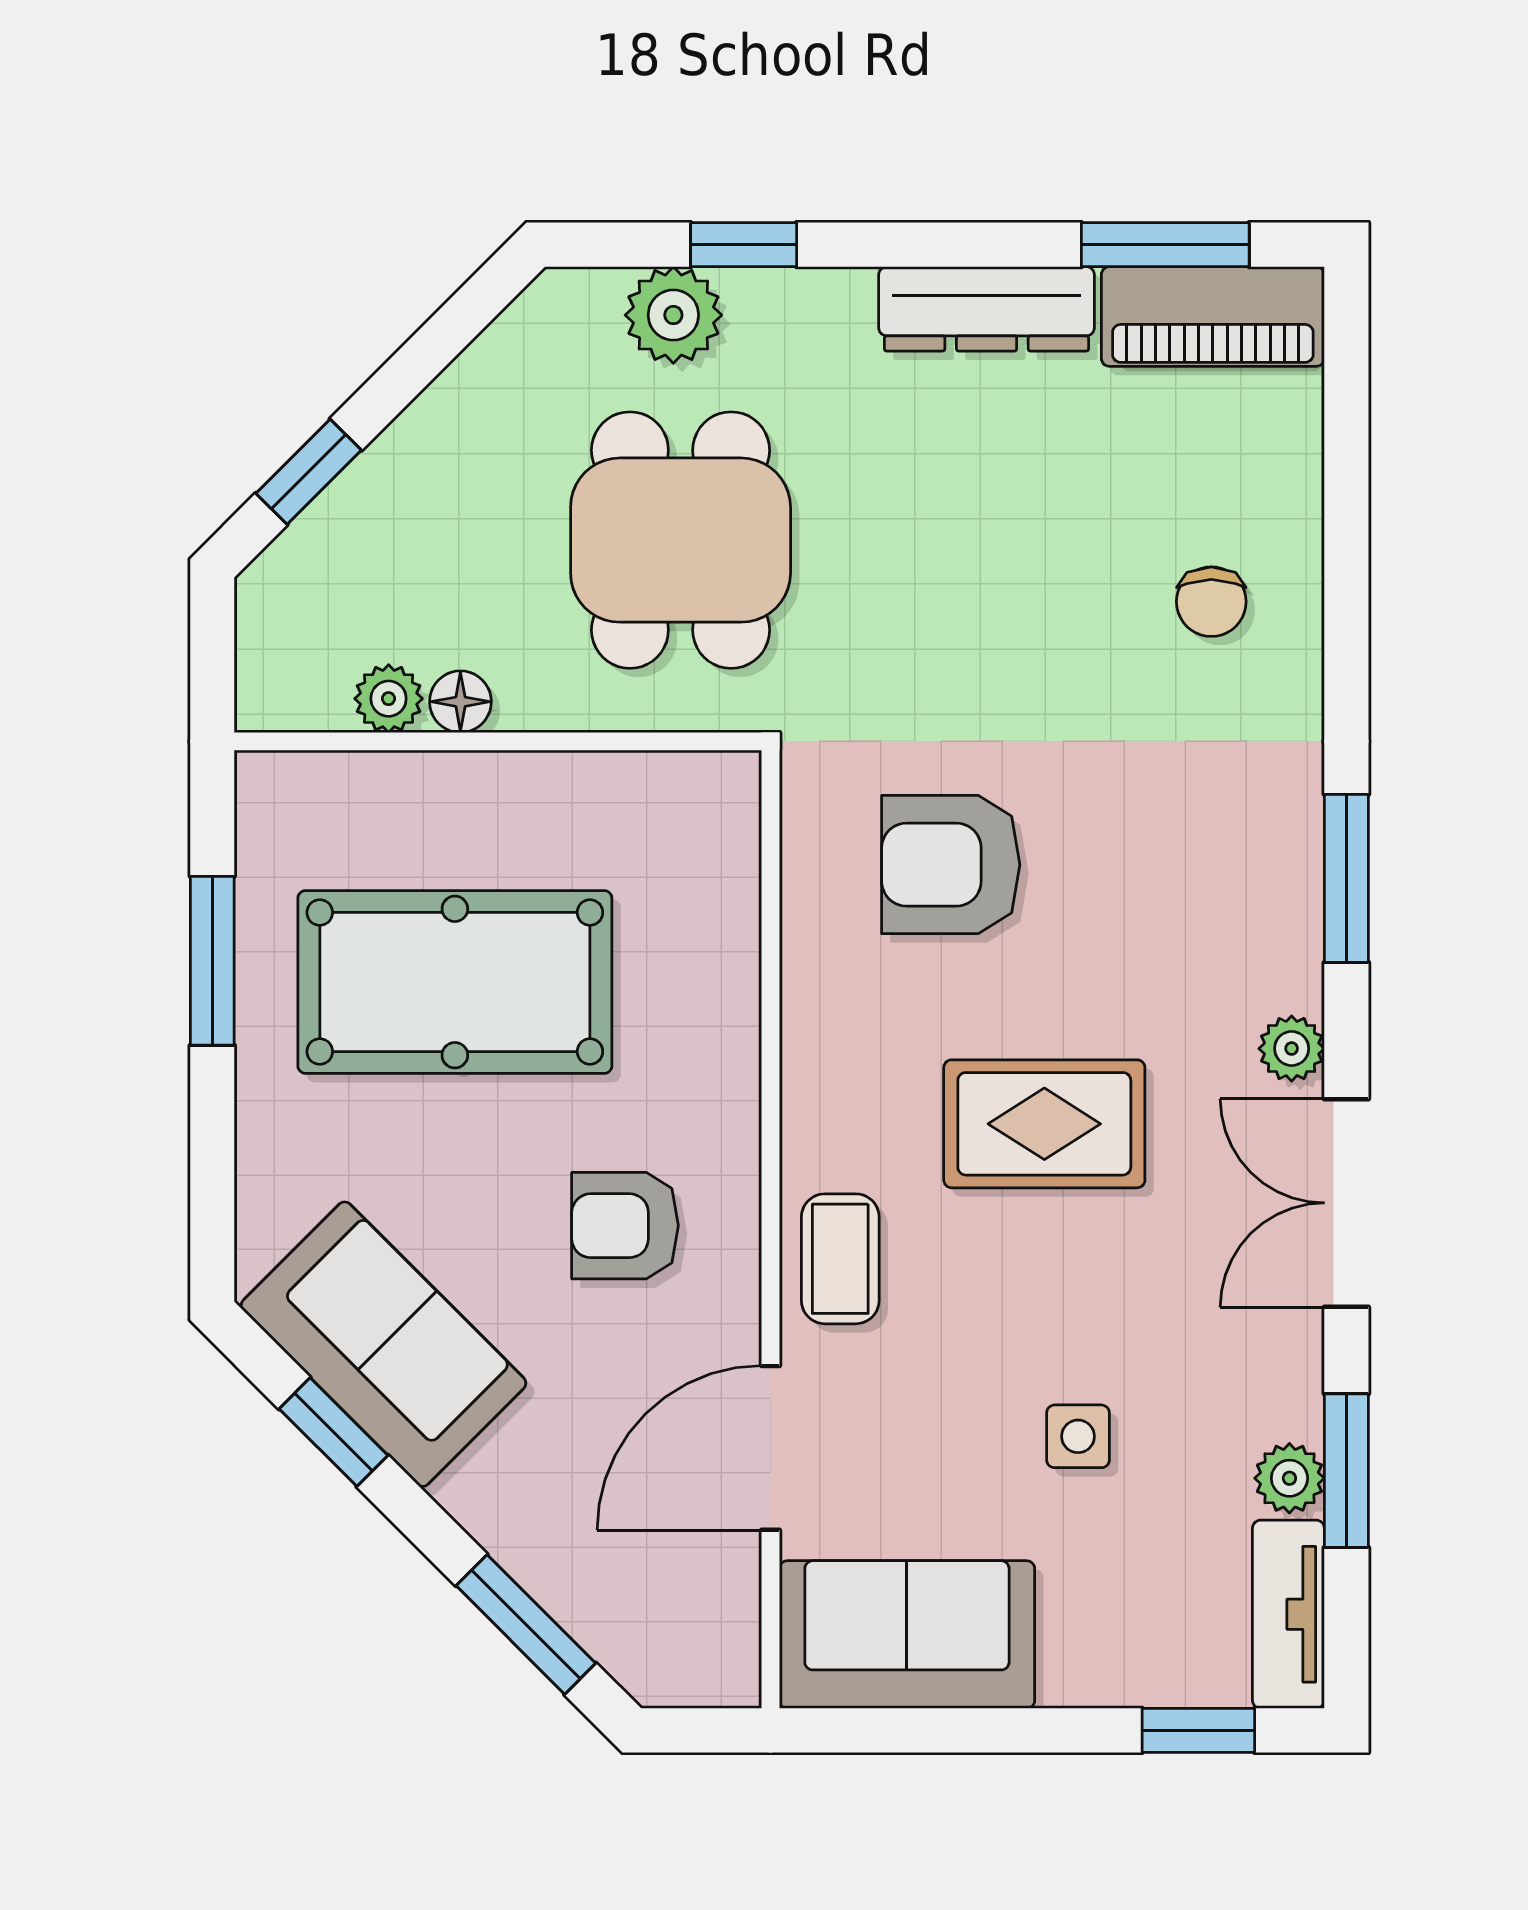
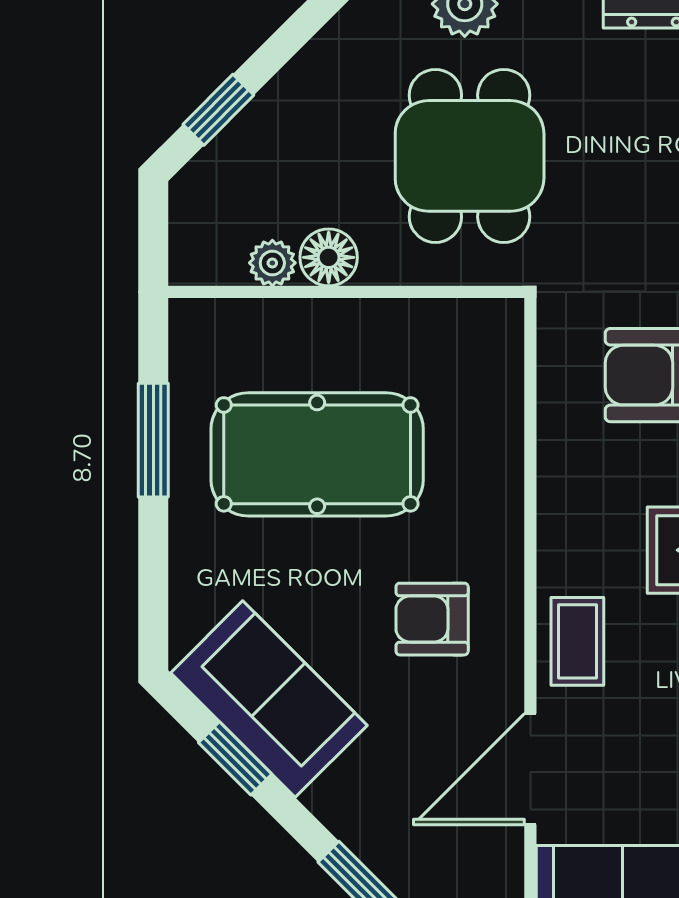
floor lamp: (460, 702) -> (329, 257), width x1.37, depth x1.37

